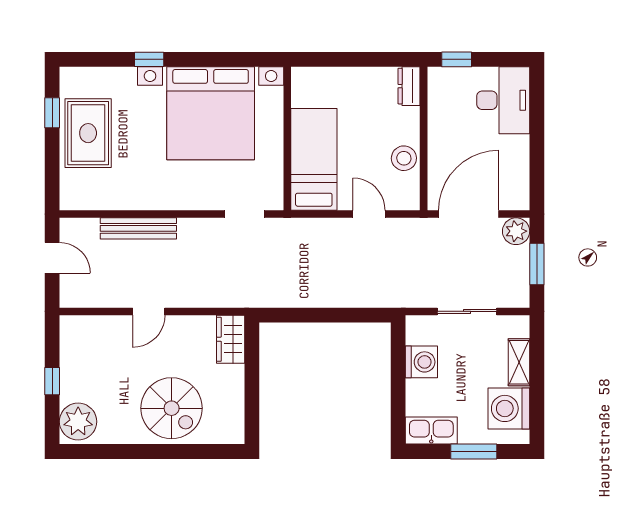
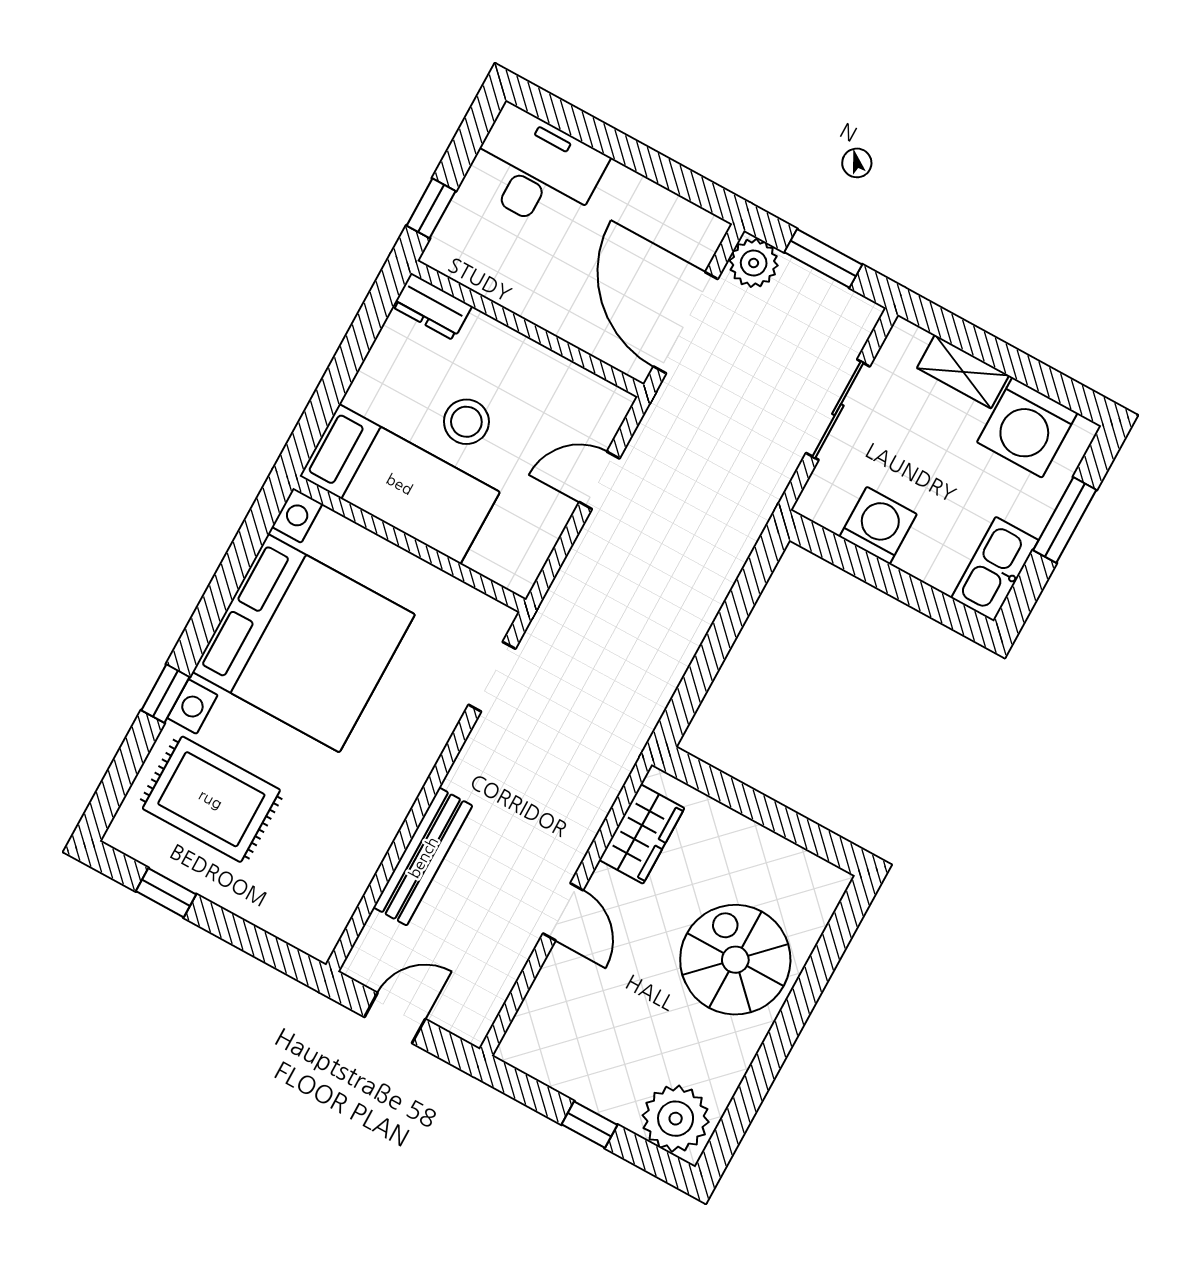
rug: (88, 133) -> (211, 799), moved
stool: (404, 158) -> (466, 422), moved
bed: (314, 159) -> (400, 484), moved, turned 180
wardrobe: (231, 339) -> (642, 834), moved, turned -90
spiral stairs: (172, 408) -> (735, 960), turned -90

